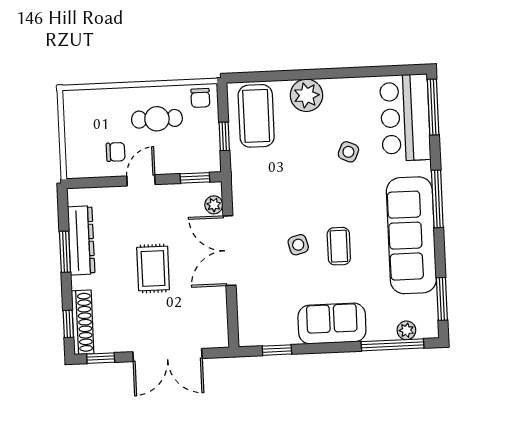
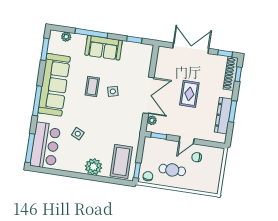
window: (224, 136) -> (137, 170), moved
window: (392, 345) -> (91, 33), moved

